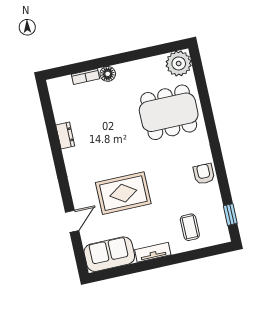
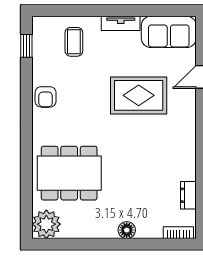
bookcase: (85, 76) -> (178, 233), moved
dresser: (65, 135) -> (188, 195), moved

